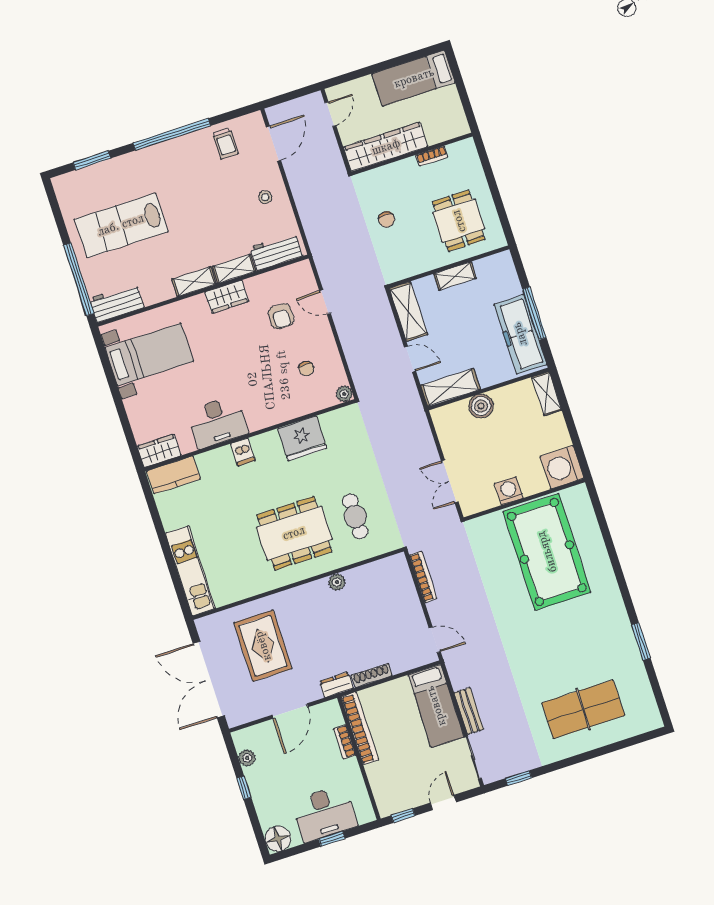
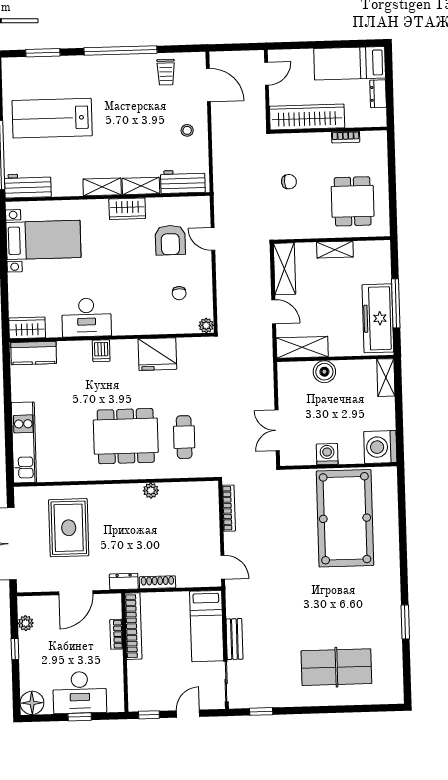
dresser: (452, 101) -> (378, 94), added
door: (274, 144) -> (208, 85), hinge flipped
chair: (387, 220) -> (289, 182), turned -94
armchair: (281, 316) -> (170, 240), width x1.38, depth x1.38

